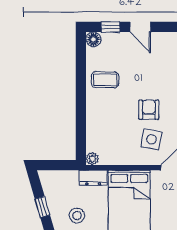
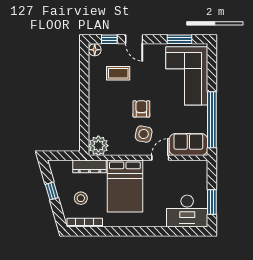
coffee table: (105, 80) -> (118, 73), moved
plant: (92, 159) -> (98, 146), width x1.88, depth x1.88
dresser: (93, 178) -> (89, 166), width x1.44

